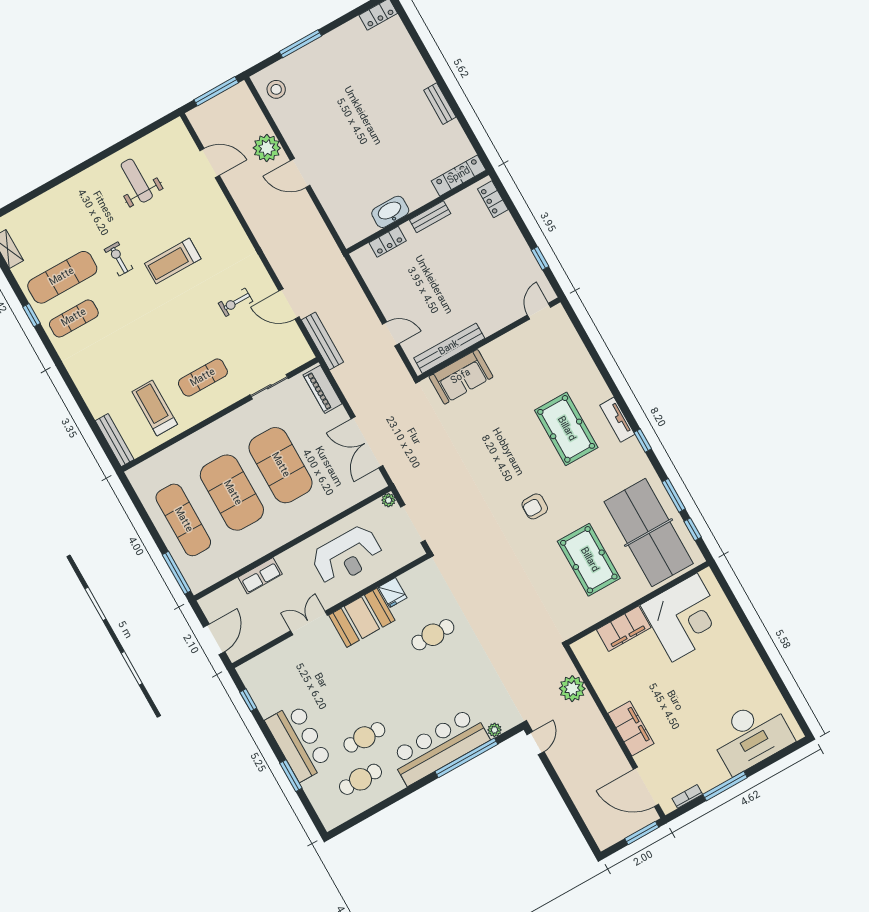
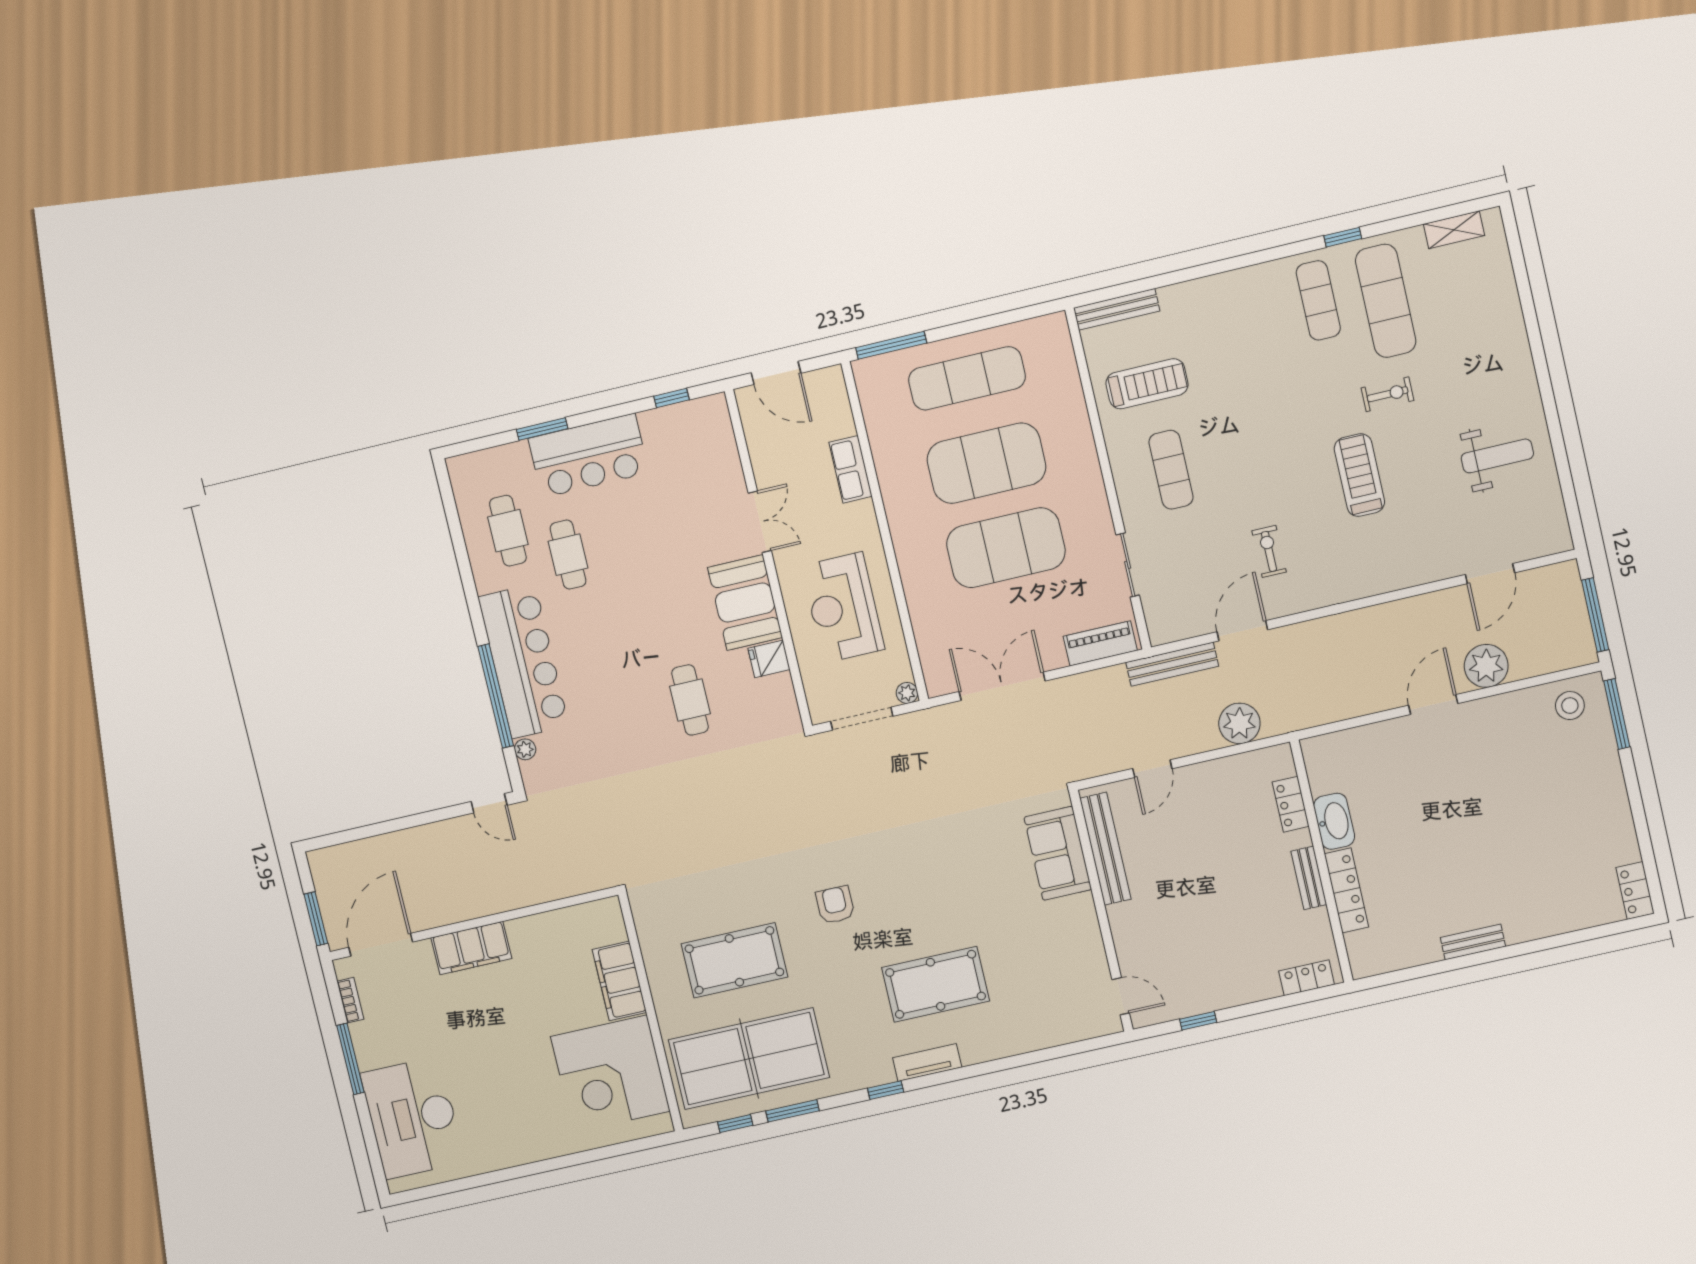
window: (300, 44) -> (1617, 714), moved
locker: (459, 176) -> (1346, 890), moved
plant: (572, 689) -> (1239, 723), moved

